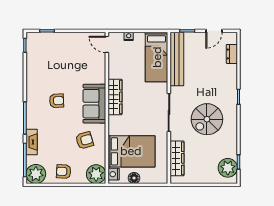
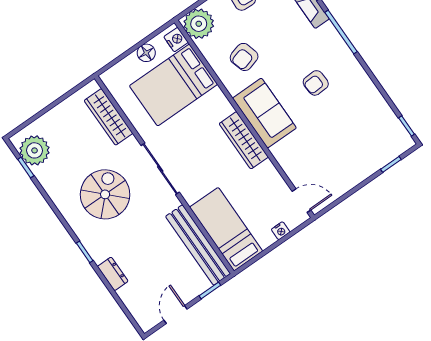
dresser: (232, 54) -> (113, 274), moved

